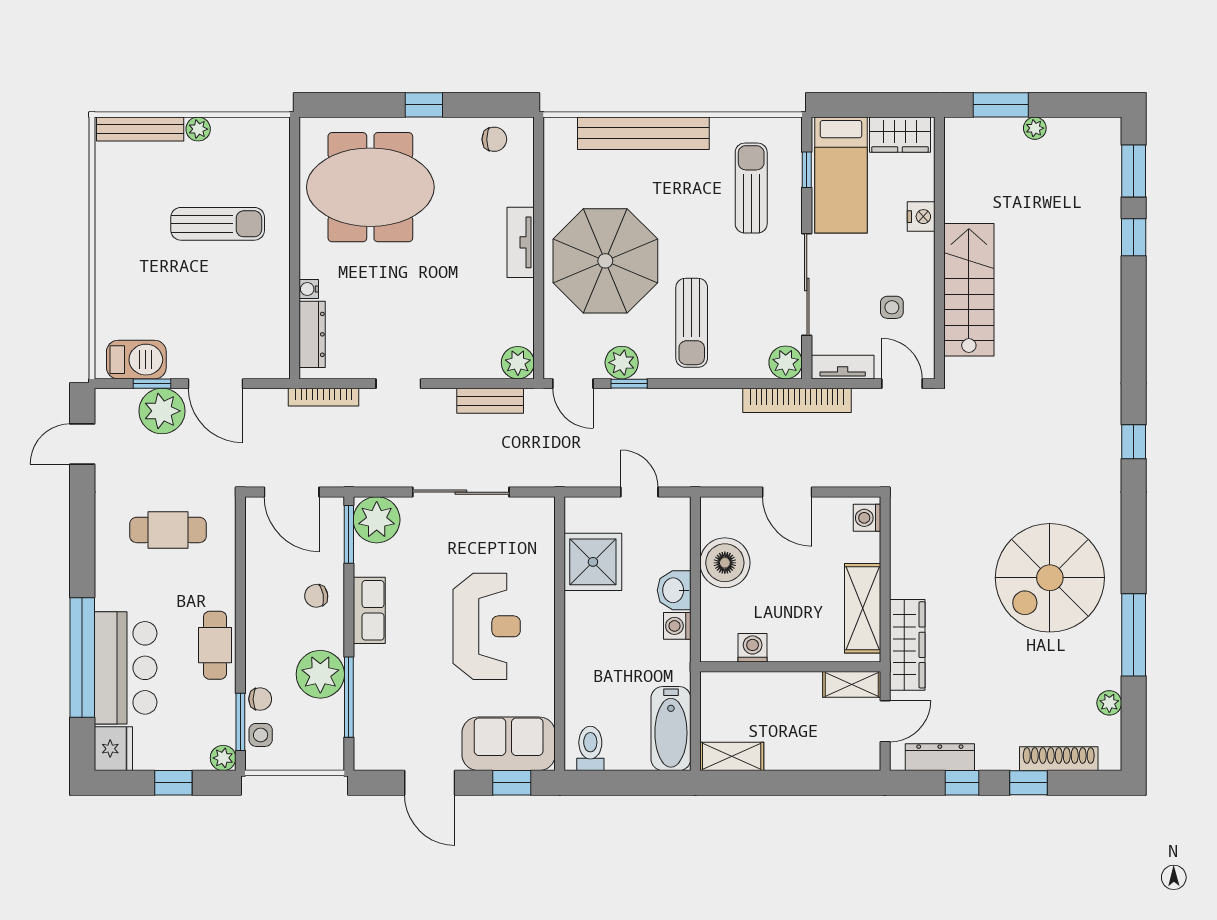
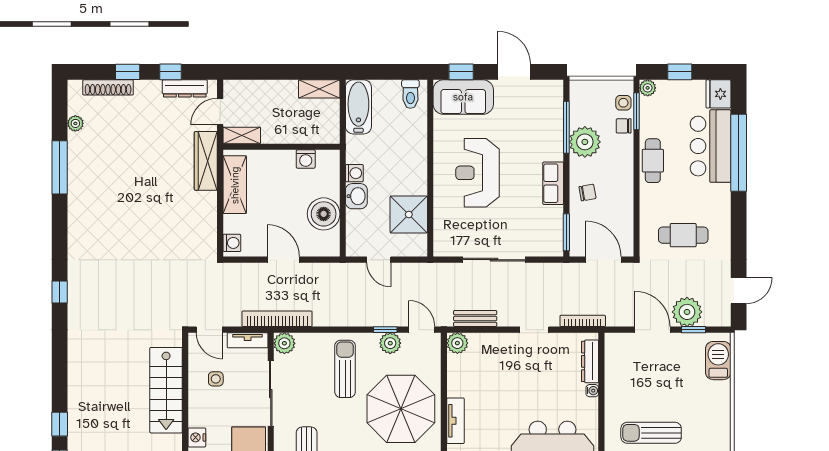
barbecue: (136, 360) -> (718, 361), moved, turned 90
plant: (377, 520) -> (548, 242), removed
spiral stairs: (1050, 578) -> (114, 204), removed

